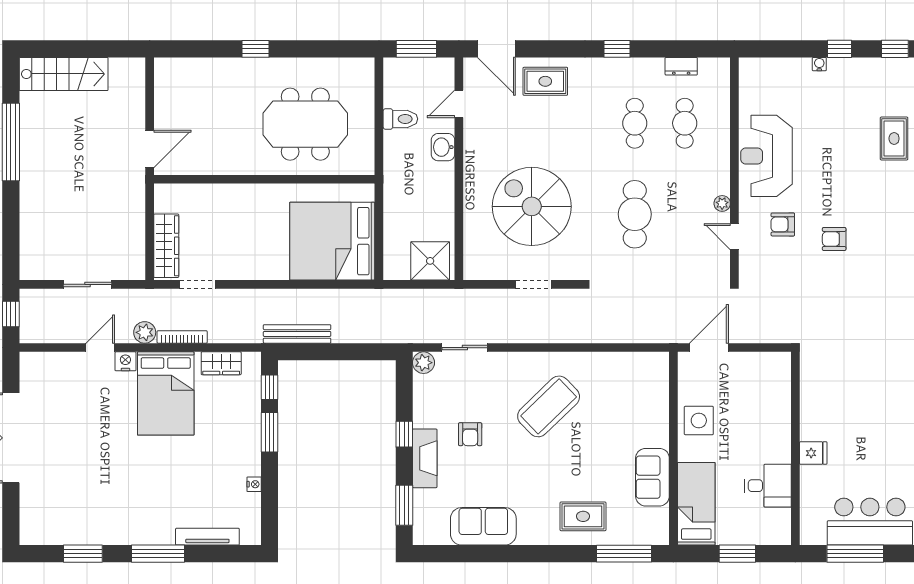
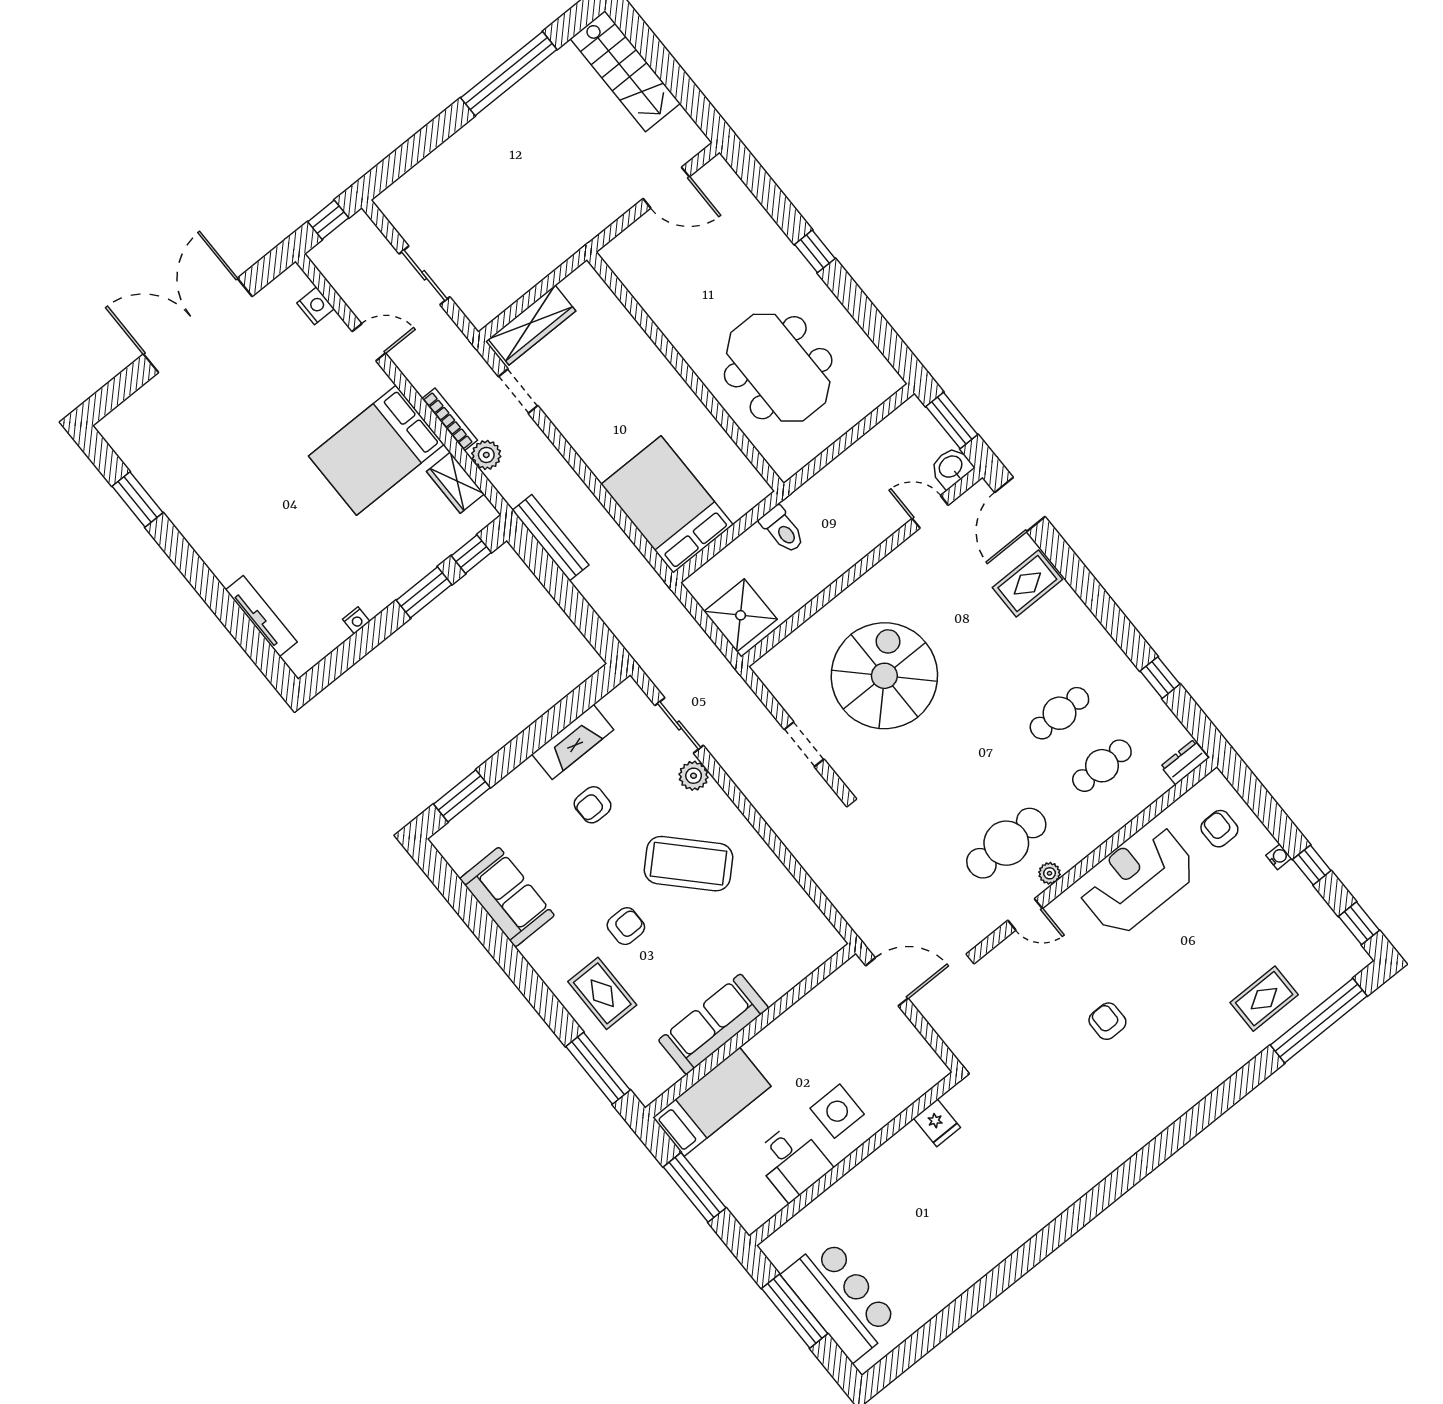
window: (617, 49) -> (1160, 678), moved
dresser: (681, 66) -> (1185, 762), moved, turned 90
rug: (545, 81) -> (1027, 583), turned 90
toilet: (400, 119) -> (782, 530), moved
washbasin: (443, 147) -> (951, 467), moved
door: (150, 149) -> (666, 188), moved
cafe table: (635, 214) -> (1006, 843), moved
armchair: (783, 224) -> (1219, 829), moved
door: (734, 237) -> (1025, 914), swing flipped
bed: (332, 241) -> (667, 505), width x0.73
plant: (145, 332) -> (486, 455), moved
nightstand: (125, 361) -> (315, 306), moved
plant: (423, 363) -> (694, 776), moved
side table: (699, 420) -> (837, 1111), moved
window: (404, 434) -> (536, 735), removed
fridge: (813, 453) -> (937, 1123), moved
fireplace: (425, 458) -> (573, 742), moved
armchair: (555, 472) -> (626, 926), added
sofa: (652, 477) -> (714, 1024), width x1.36
window: (158, 554) -> (201, 579), removed
window: (737, 554) -> (695, 1187), width x1.44

